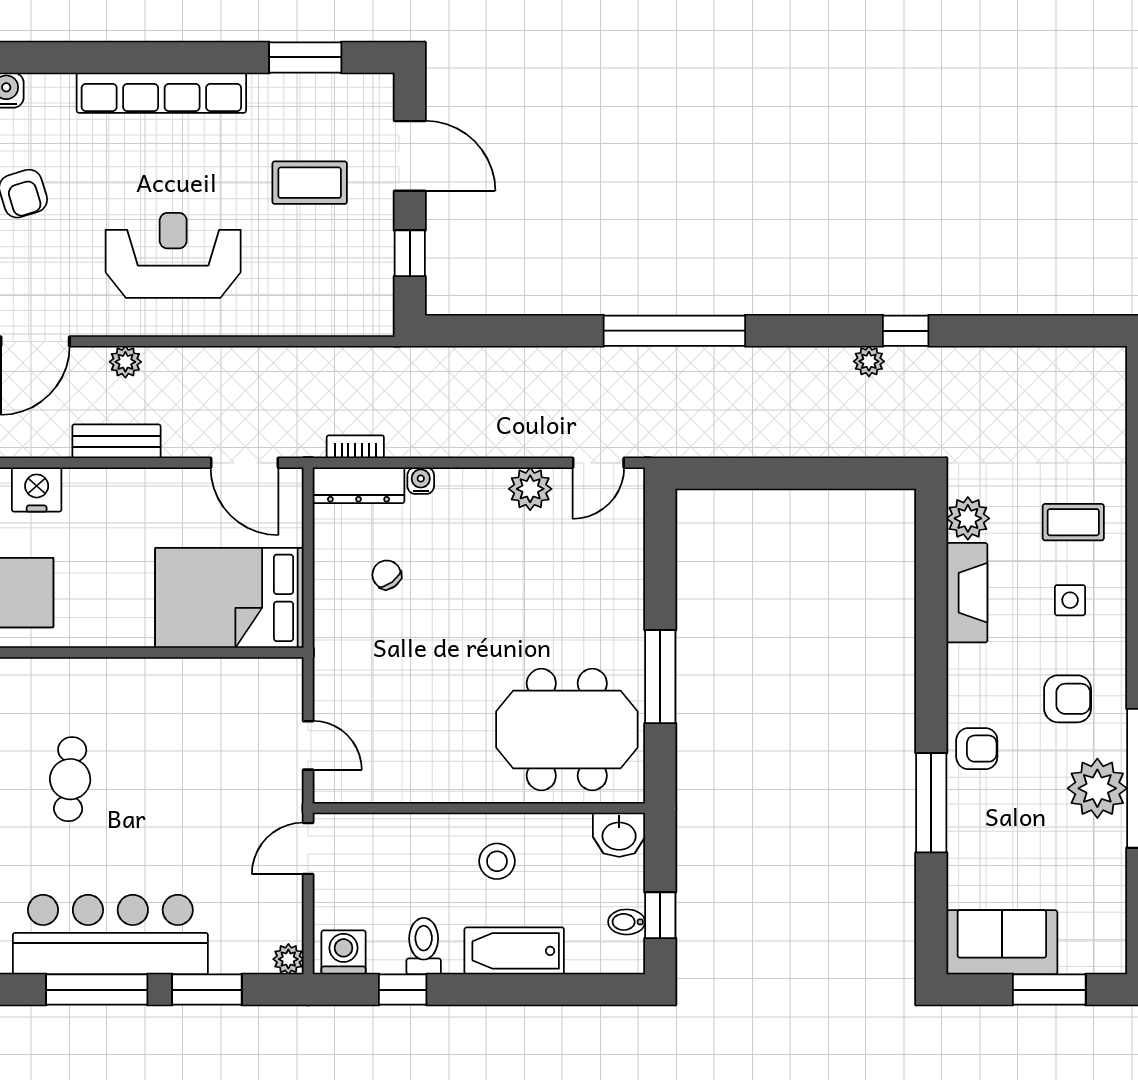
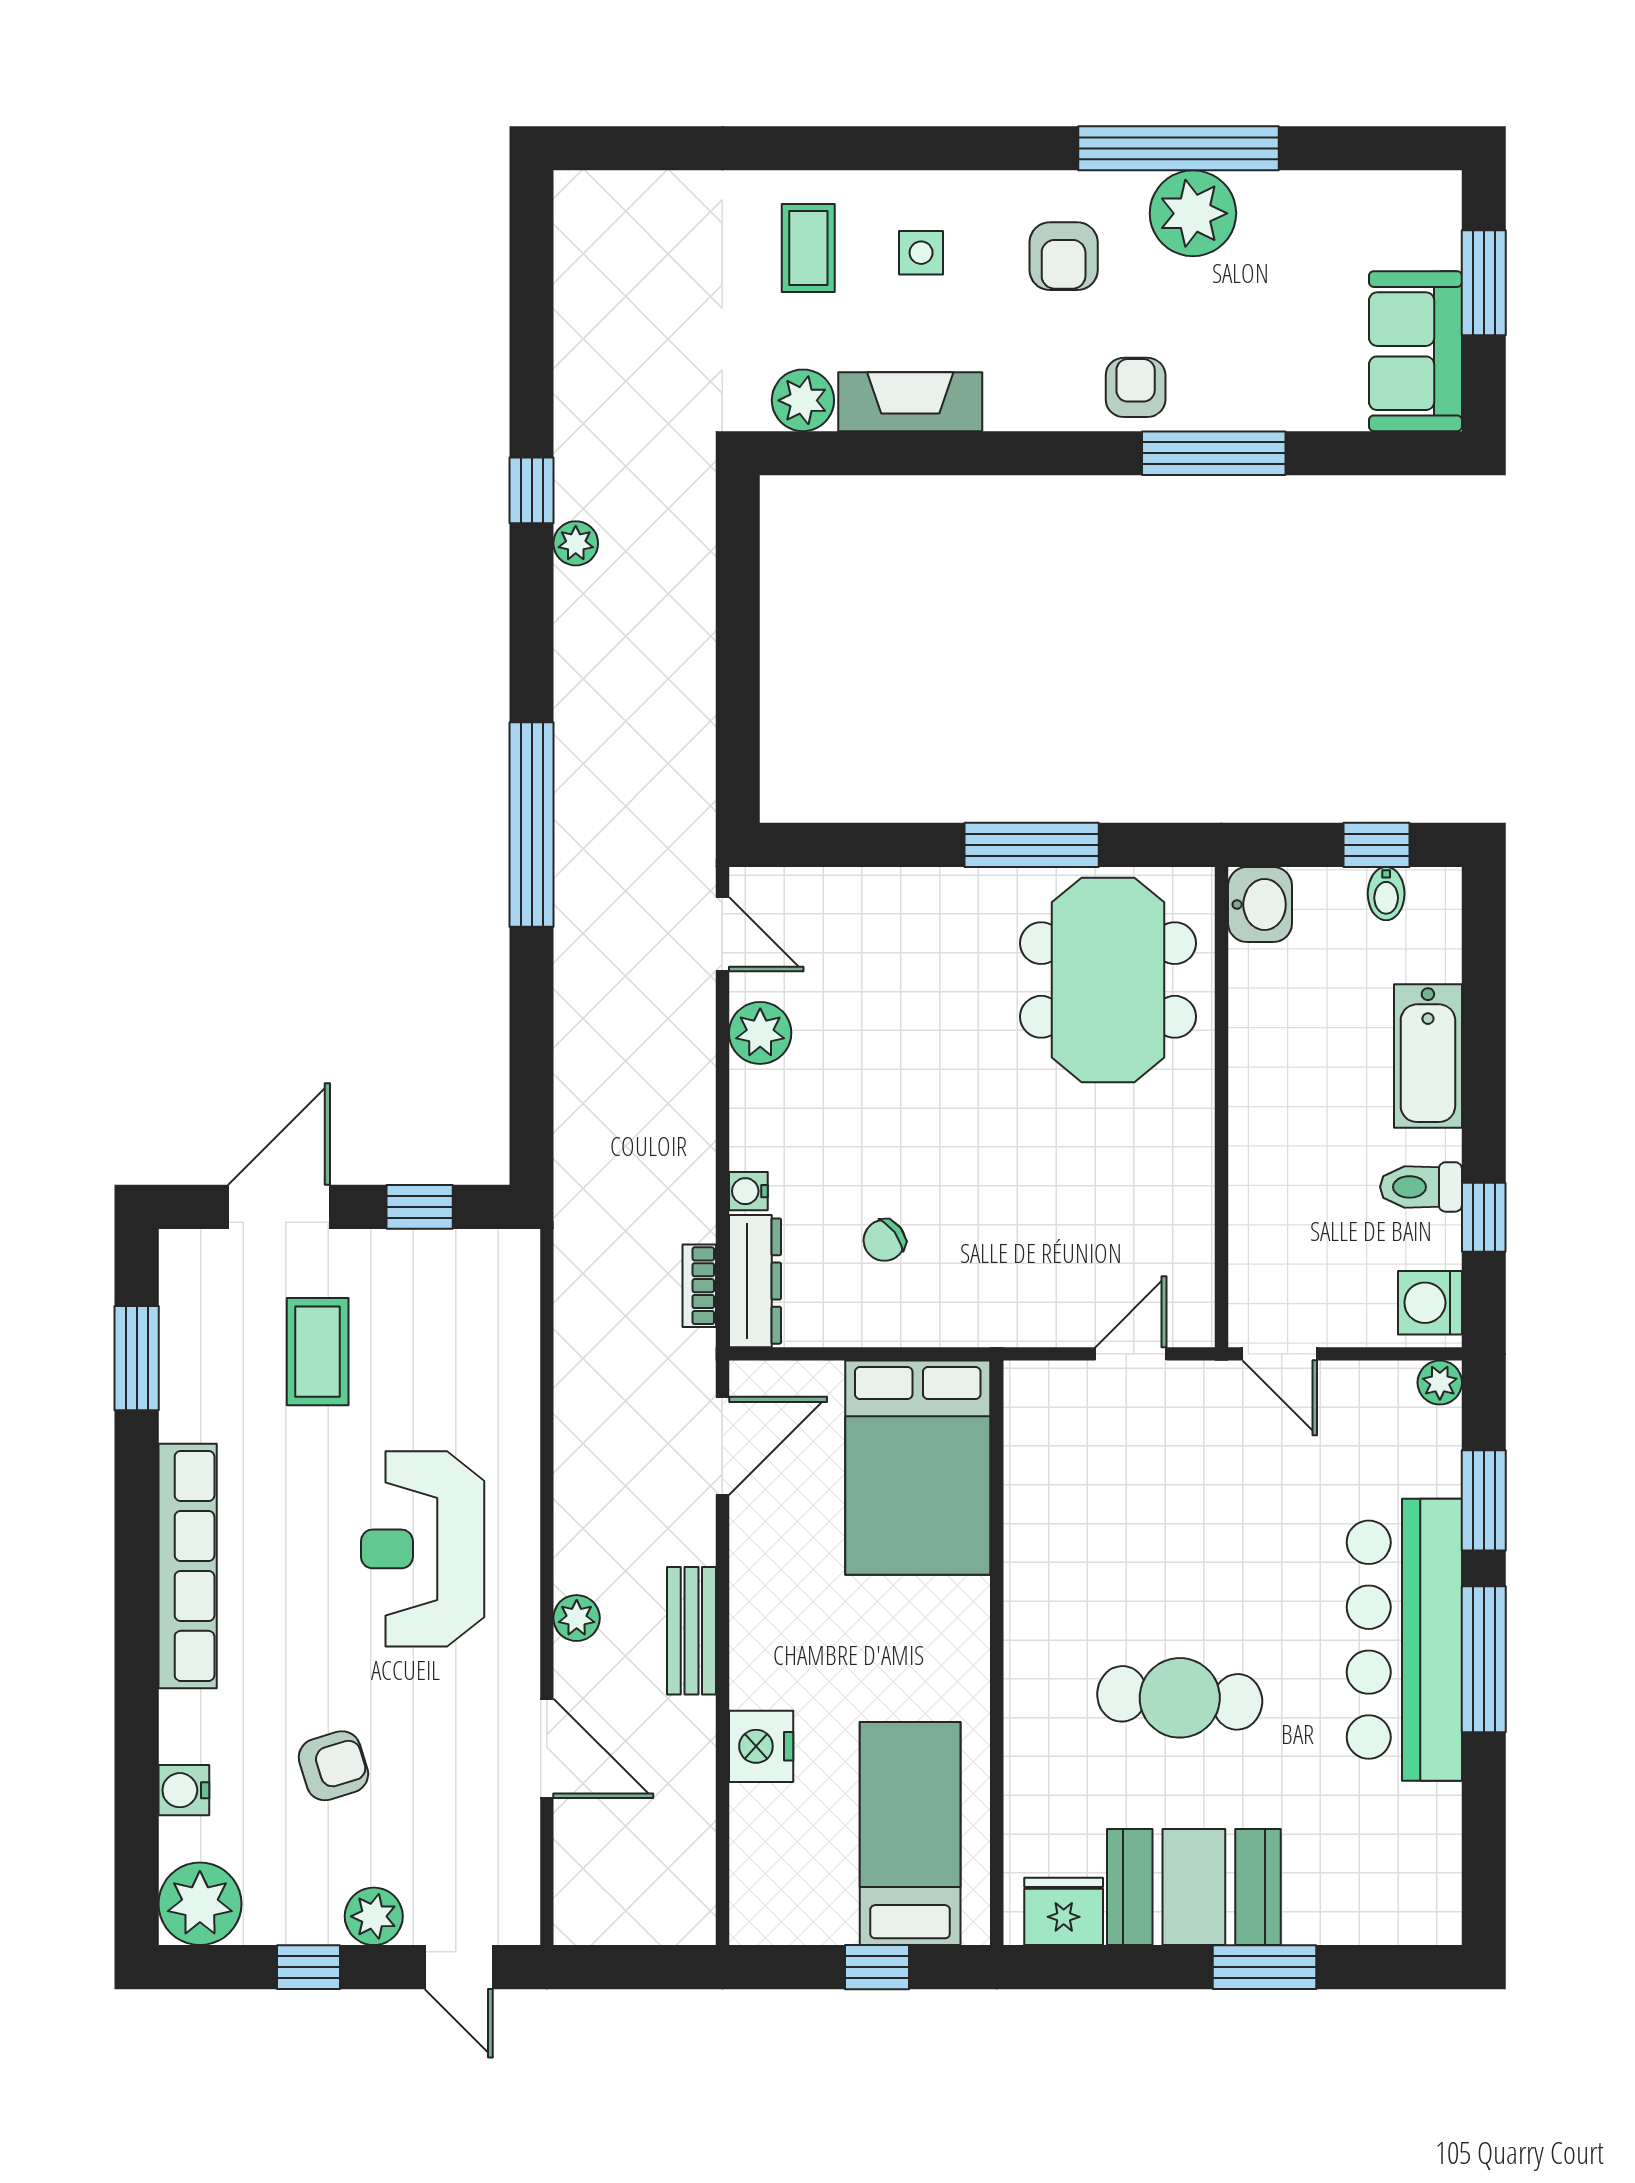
armchair: (1068, 699) -> (1064, 256), turned 180
cafe table: (70, 779) -> (1180, 1698), width x1.37, depth x1.35
stool: (497, 861) -> (1298, 1081), removed

